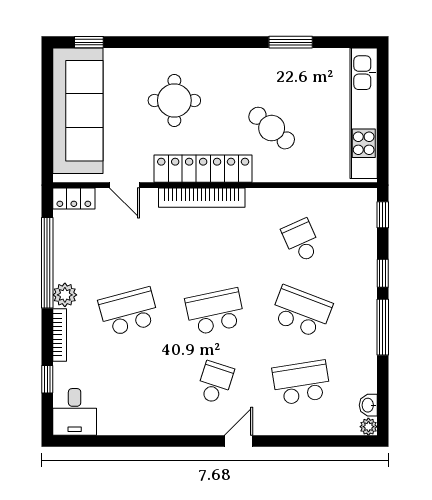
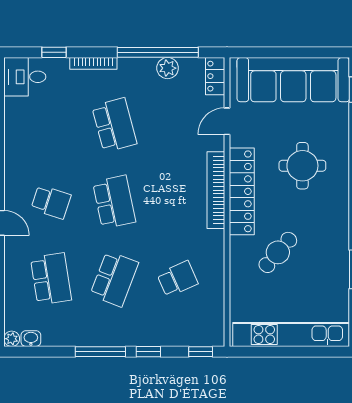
plant: (65, 295) -> (168, 68), moved

